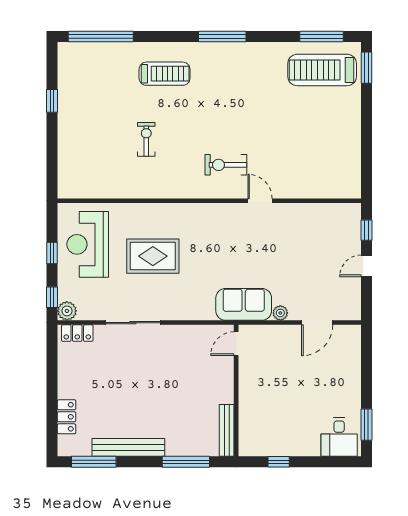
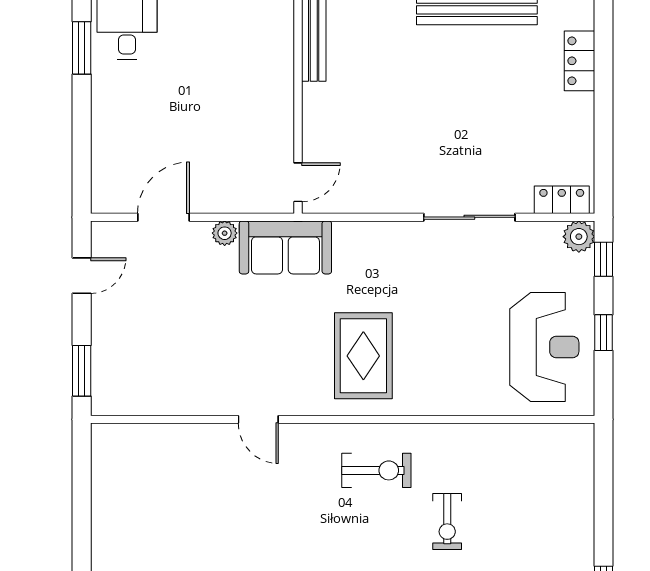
exercise bike: (226, 165) -> (376, 470), moved
window: (366, 230) -> (82, 371), width x1.50
rug: (153, 256) -> (363, 356), moved, turned 90
door: (366, 266) -> (82, 276), moved

